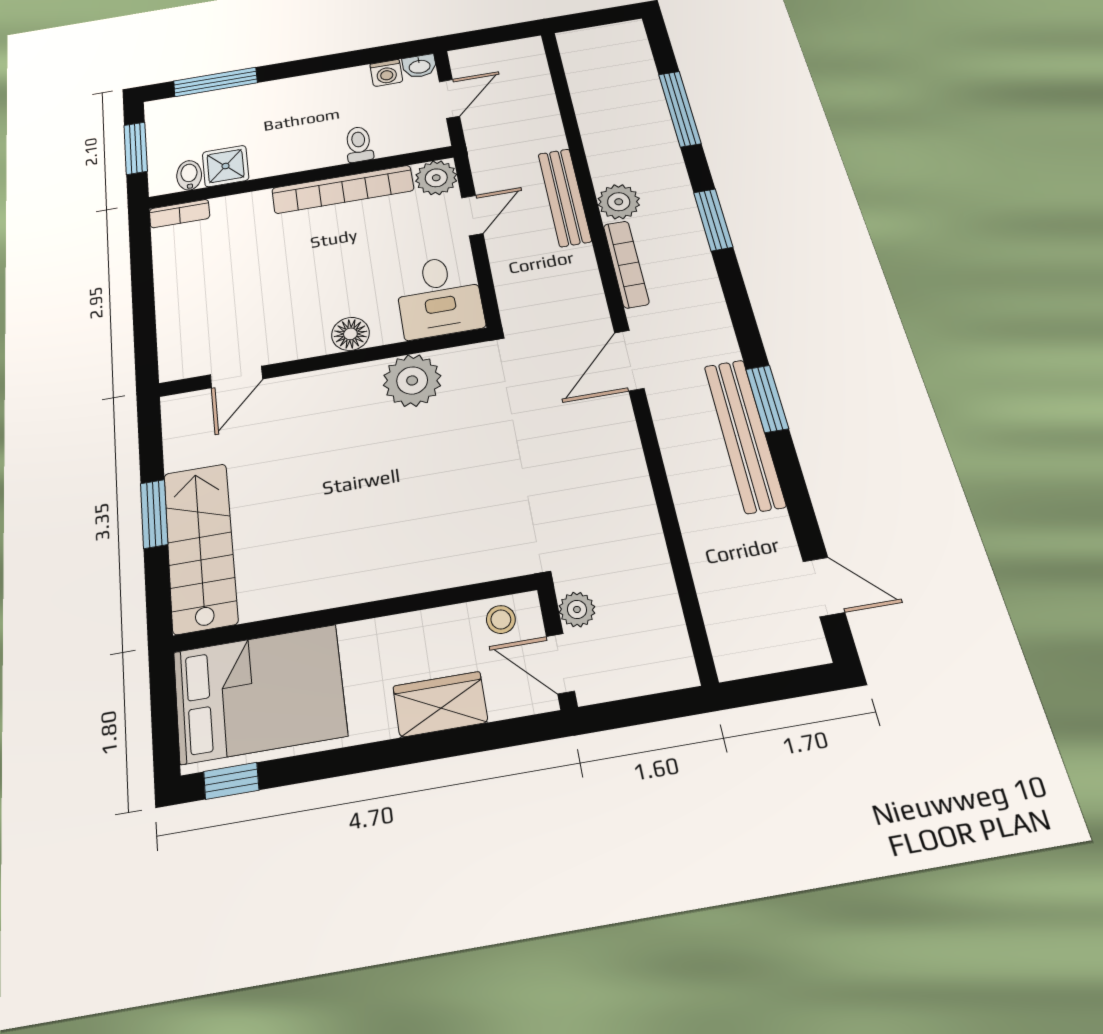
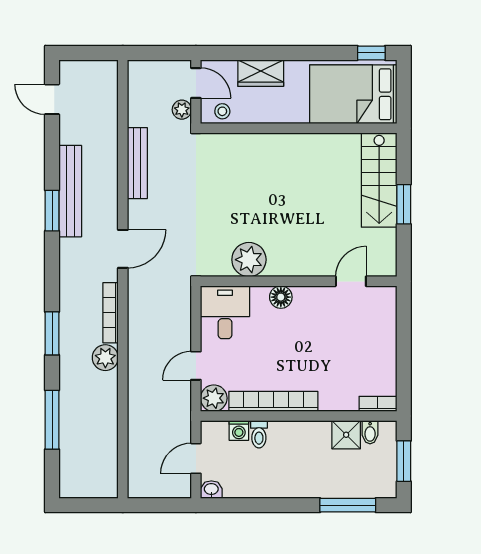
washing machine: (386, 73) -> (239, 430), moved, turned 180
bench: (565, 197) -> (137, 163), moved

